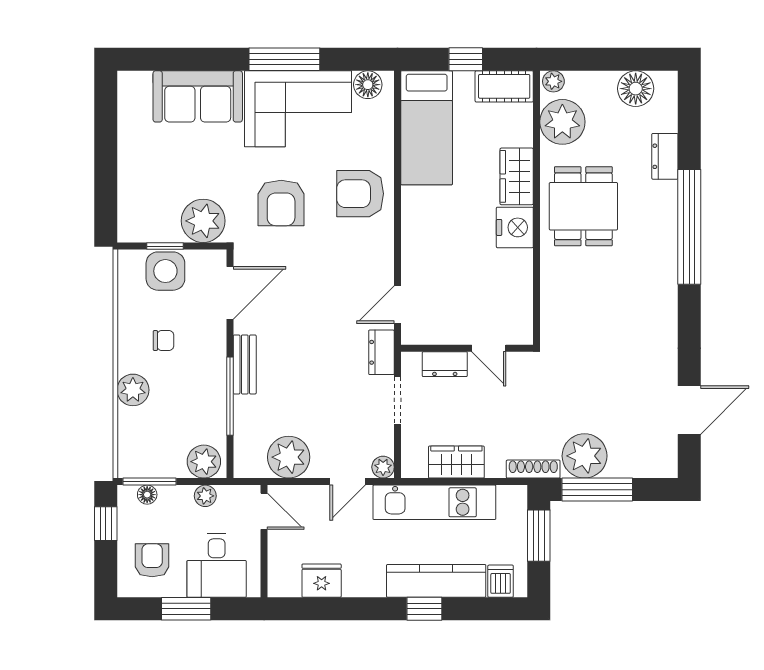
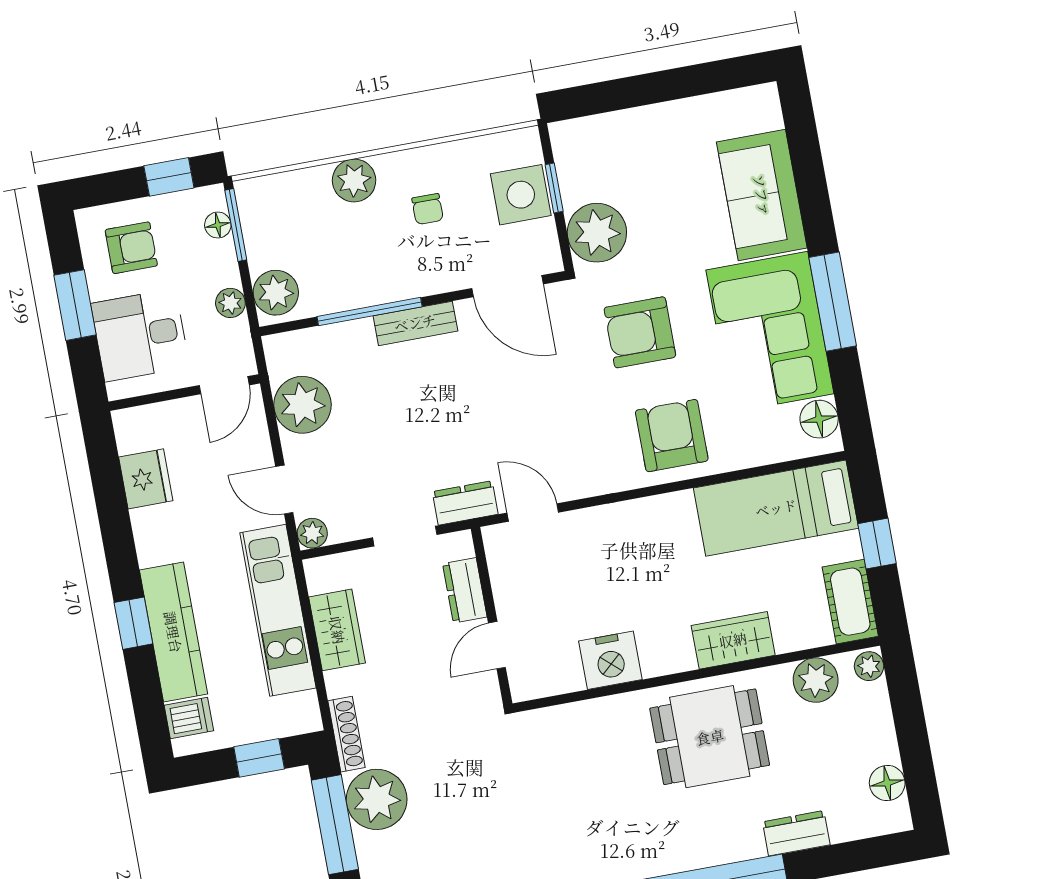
floor lamp: (636, 89) -> (887, 783), width x0.73, depth x0.73
plant: (562, 122) -> (816, 680), width x0.73, depth x0.73
nightstand: (515, 227) -> (610, 660), moved
window: (539, 536) -> (259, 758), width x0.67

